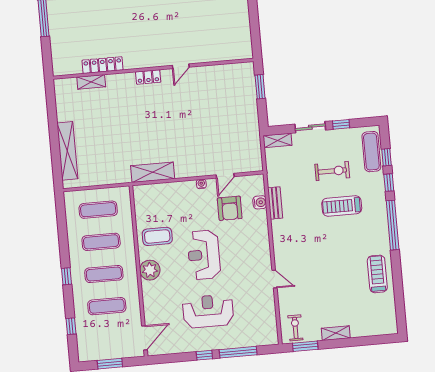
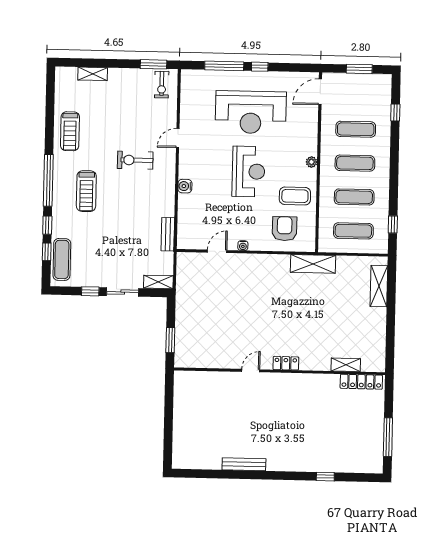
locker: (103, 65) -> (361, 382), moved
shelving: (67, 151) -> (379, 286), width x0.68
exercise bike: (332, 171) -> (135, 160), moved
shelving: (153, 172) -> (313, 264), moved
water cooler: (260, 202) -> (185, 186), moved
bench: (275, 203) -> (168, 234), moved
treadmill: (342, 206) -> (86, 191), moved, turned 90
armchair: (230, 208) -> (285, 229), moved
plant: (150, 270) -> (311, 162), width x0.53, depth x0.53
window: (67, 276) -> (393, 225), moved
door: (274, 279) -> (178, 138), hinge flipped
reception desk: (208, 311) -> (251, 112), width x1.36, depth x1.30
shelving: (336, 333) -> (93, 74), moved

